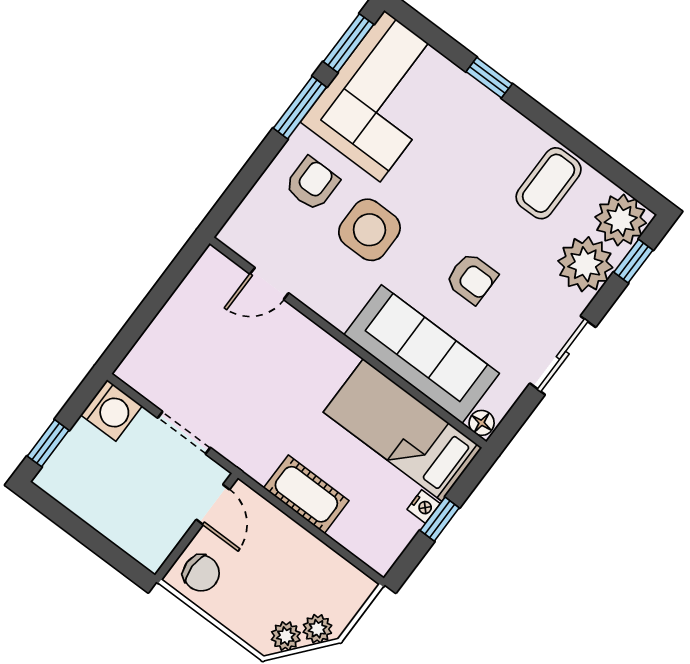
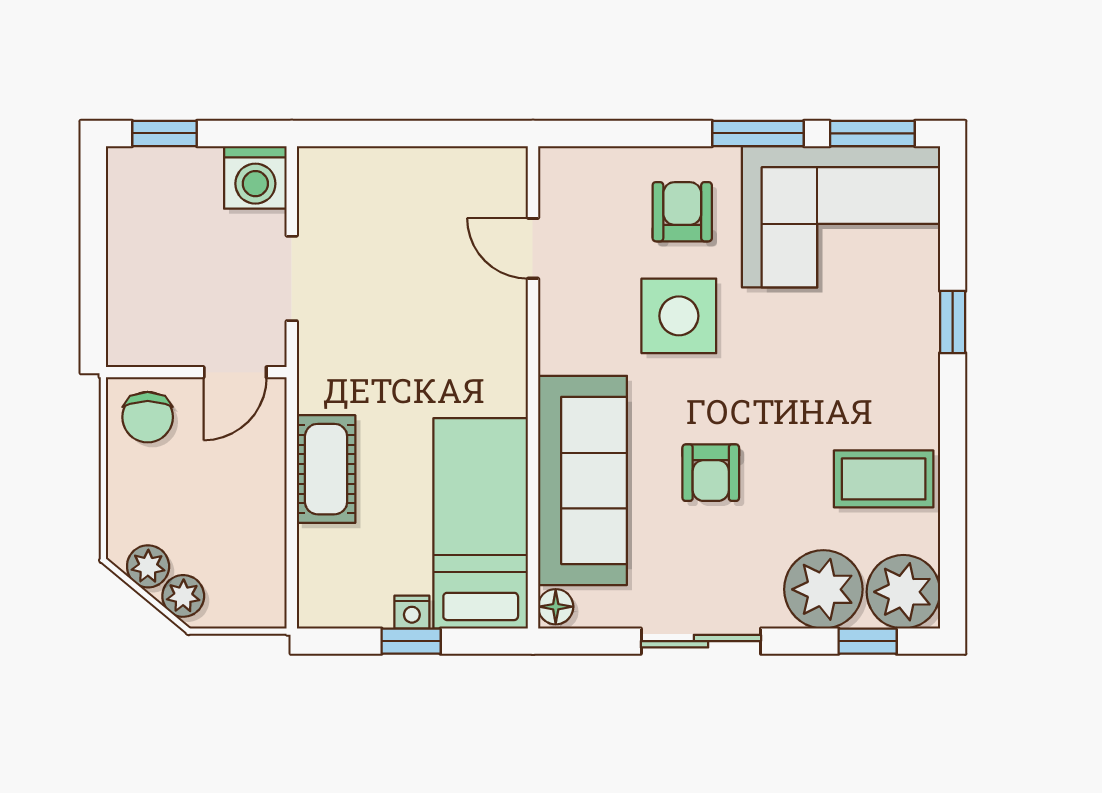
armchair: (312, 184) -> (682, 212), turned -90

